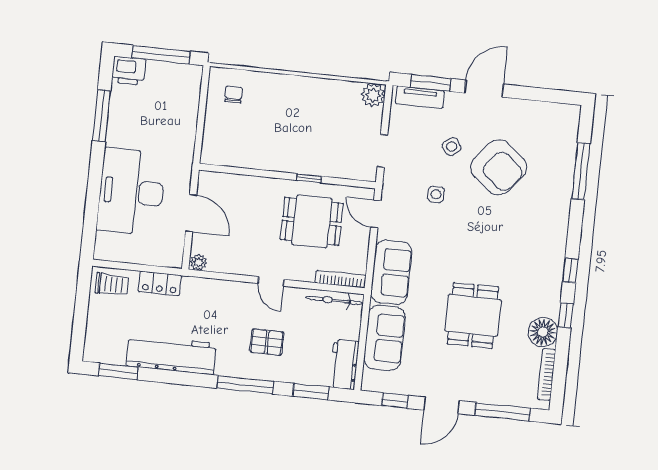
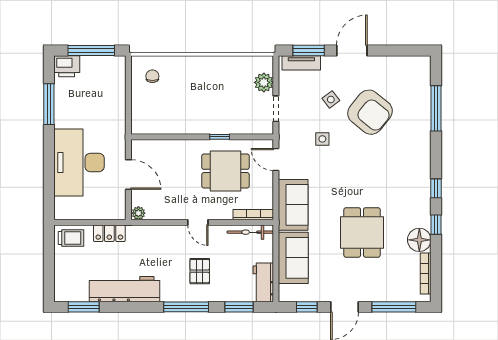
plant: (373, 95) -> (264, 82), moved
pallet: (267, 342) -> (200, 271), turned 90

